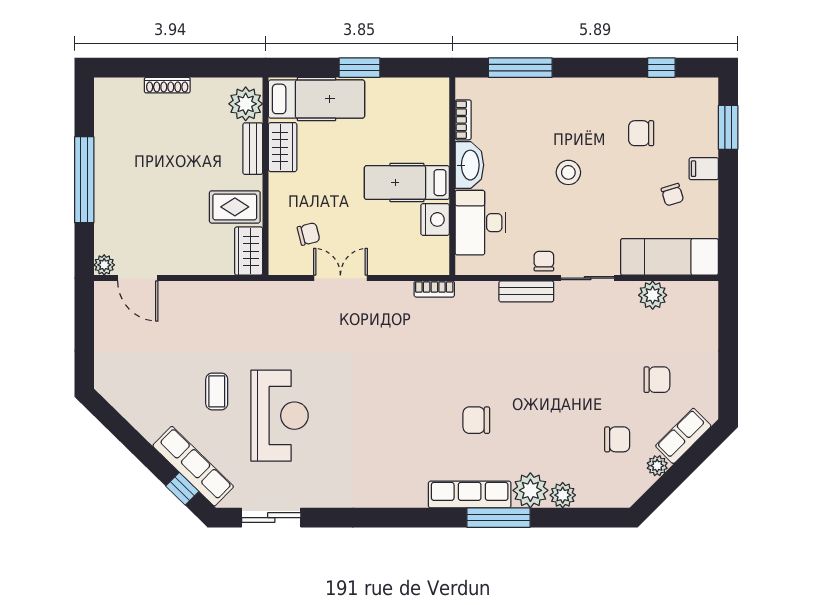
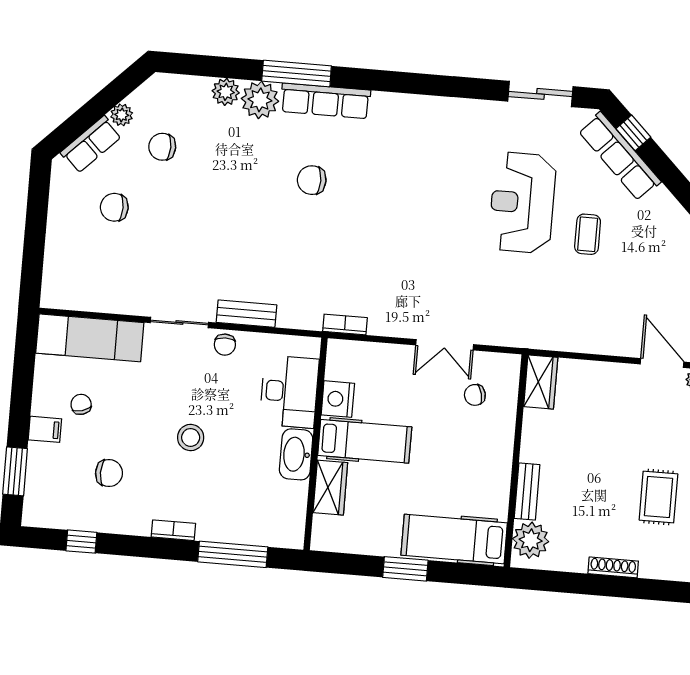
bookcase: (463, 120) -> (173, 530), moved, turned 90
wardrobe: (283, 147) -> (330, 488), moved, turned 180
rug: (235, 207) -> (658, 497), moved, turned 90
plant: (653, 295) -> (111, 298), removed
chair: (476, 420) -> (312, 180), turned 180

